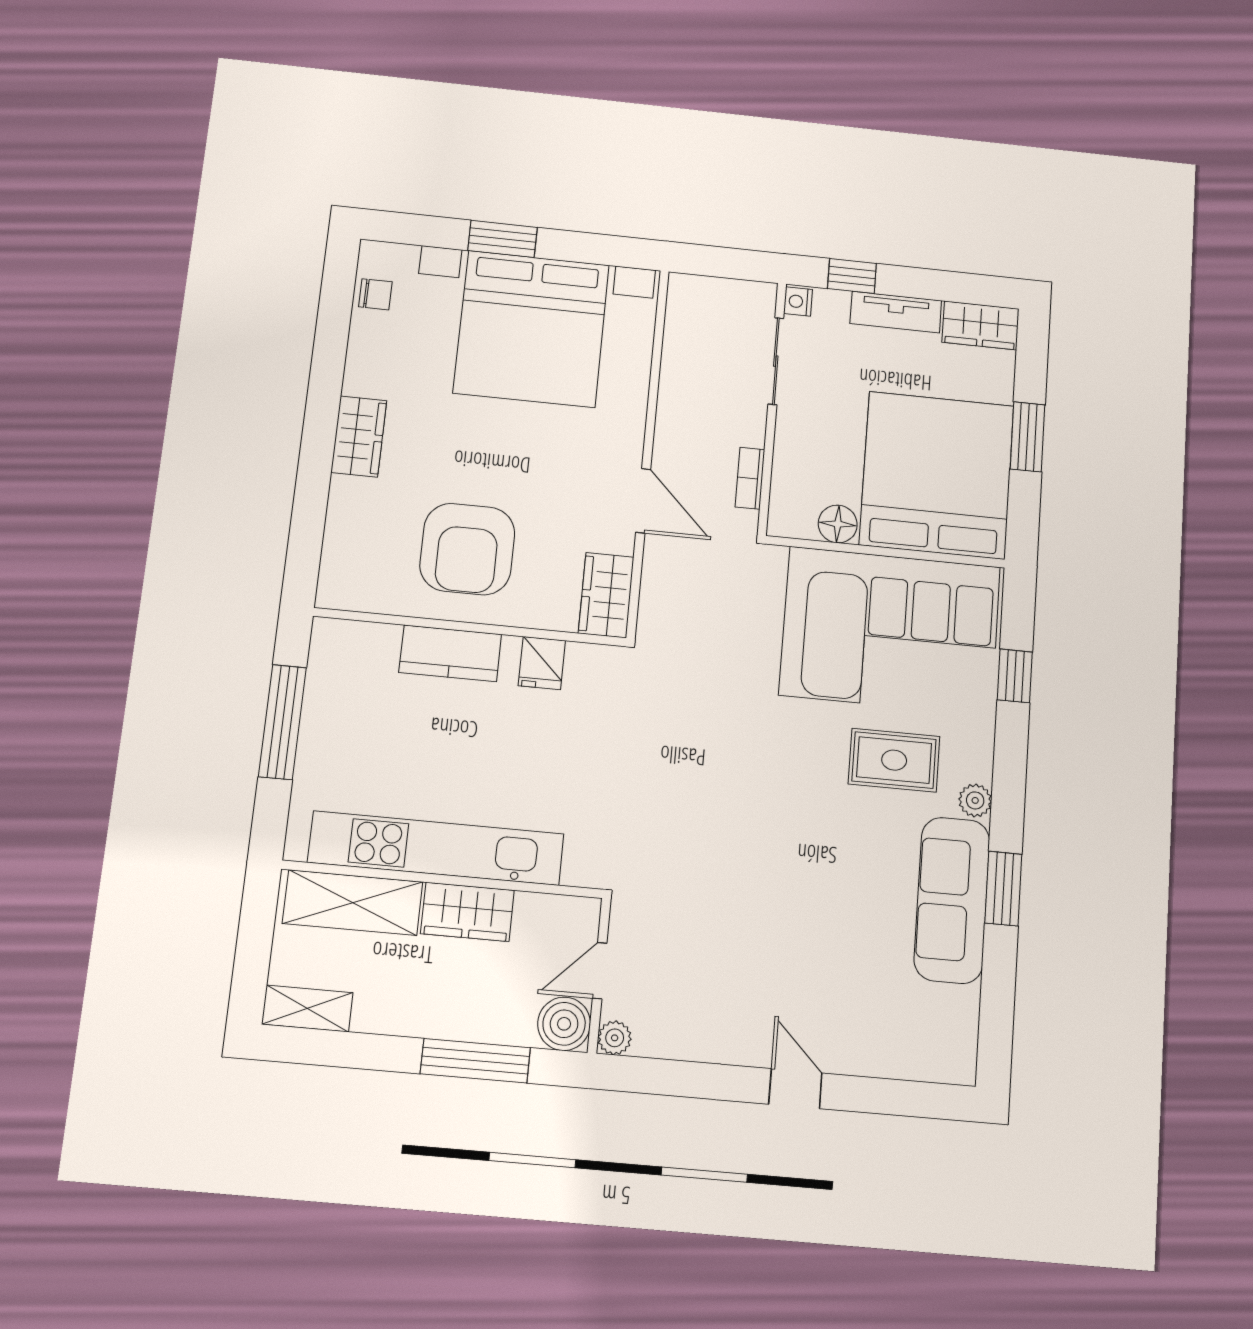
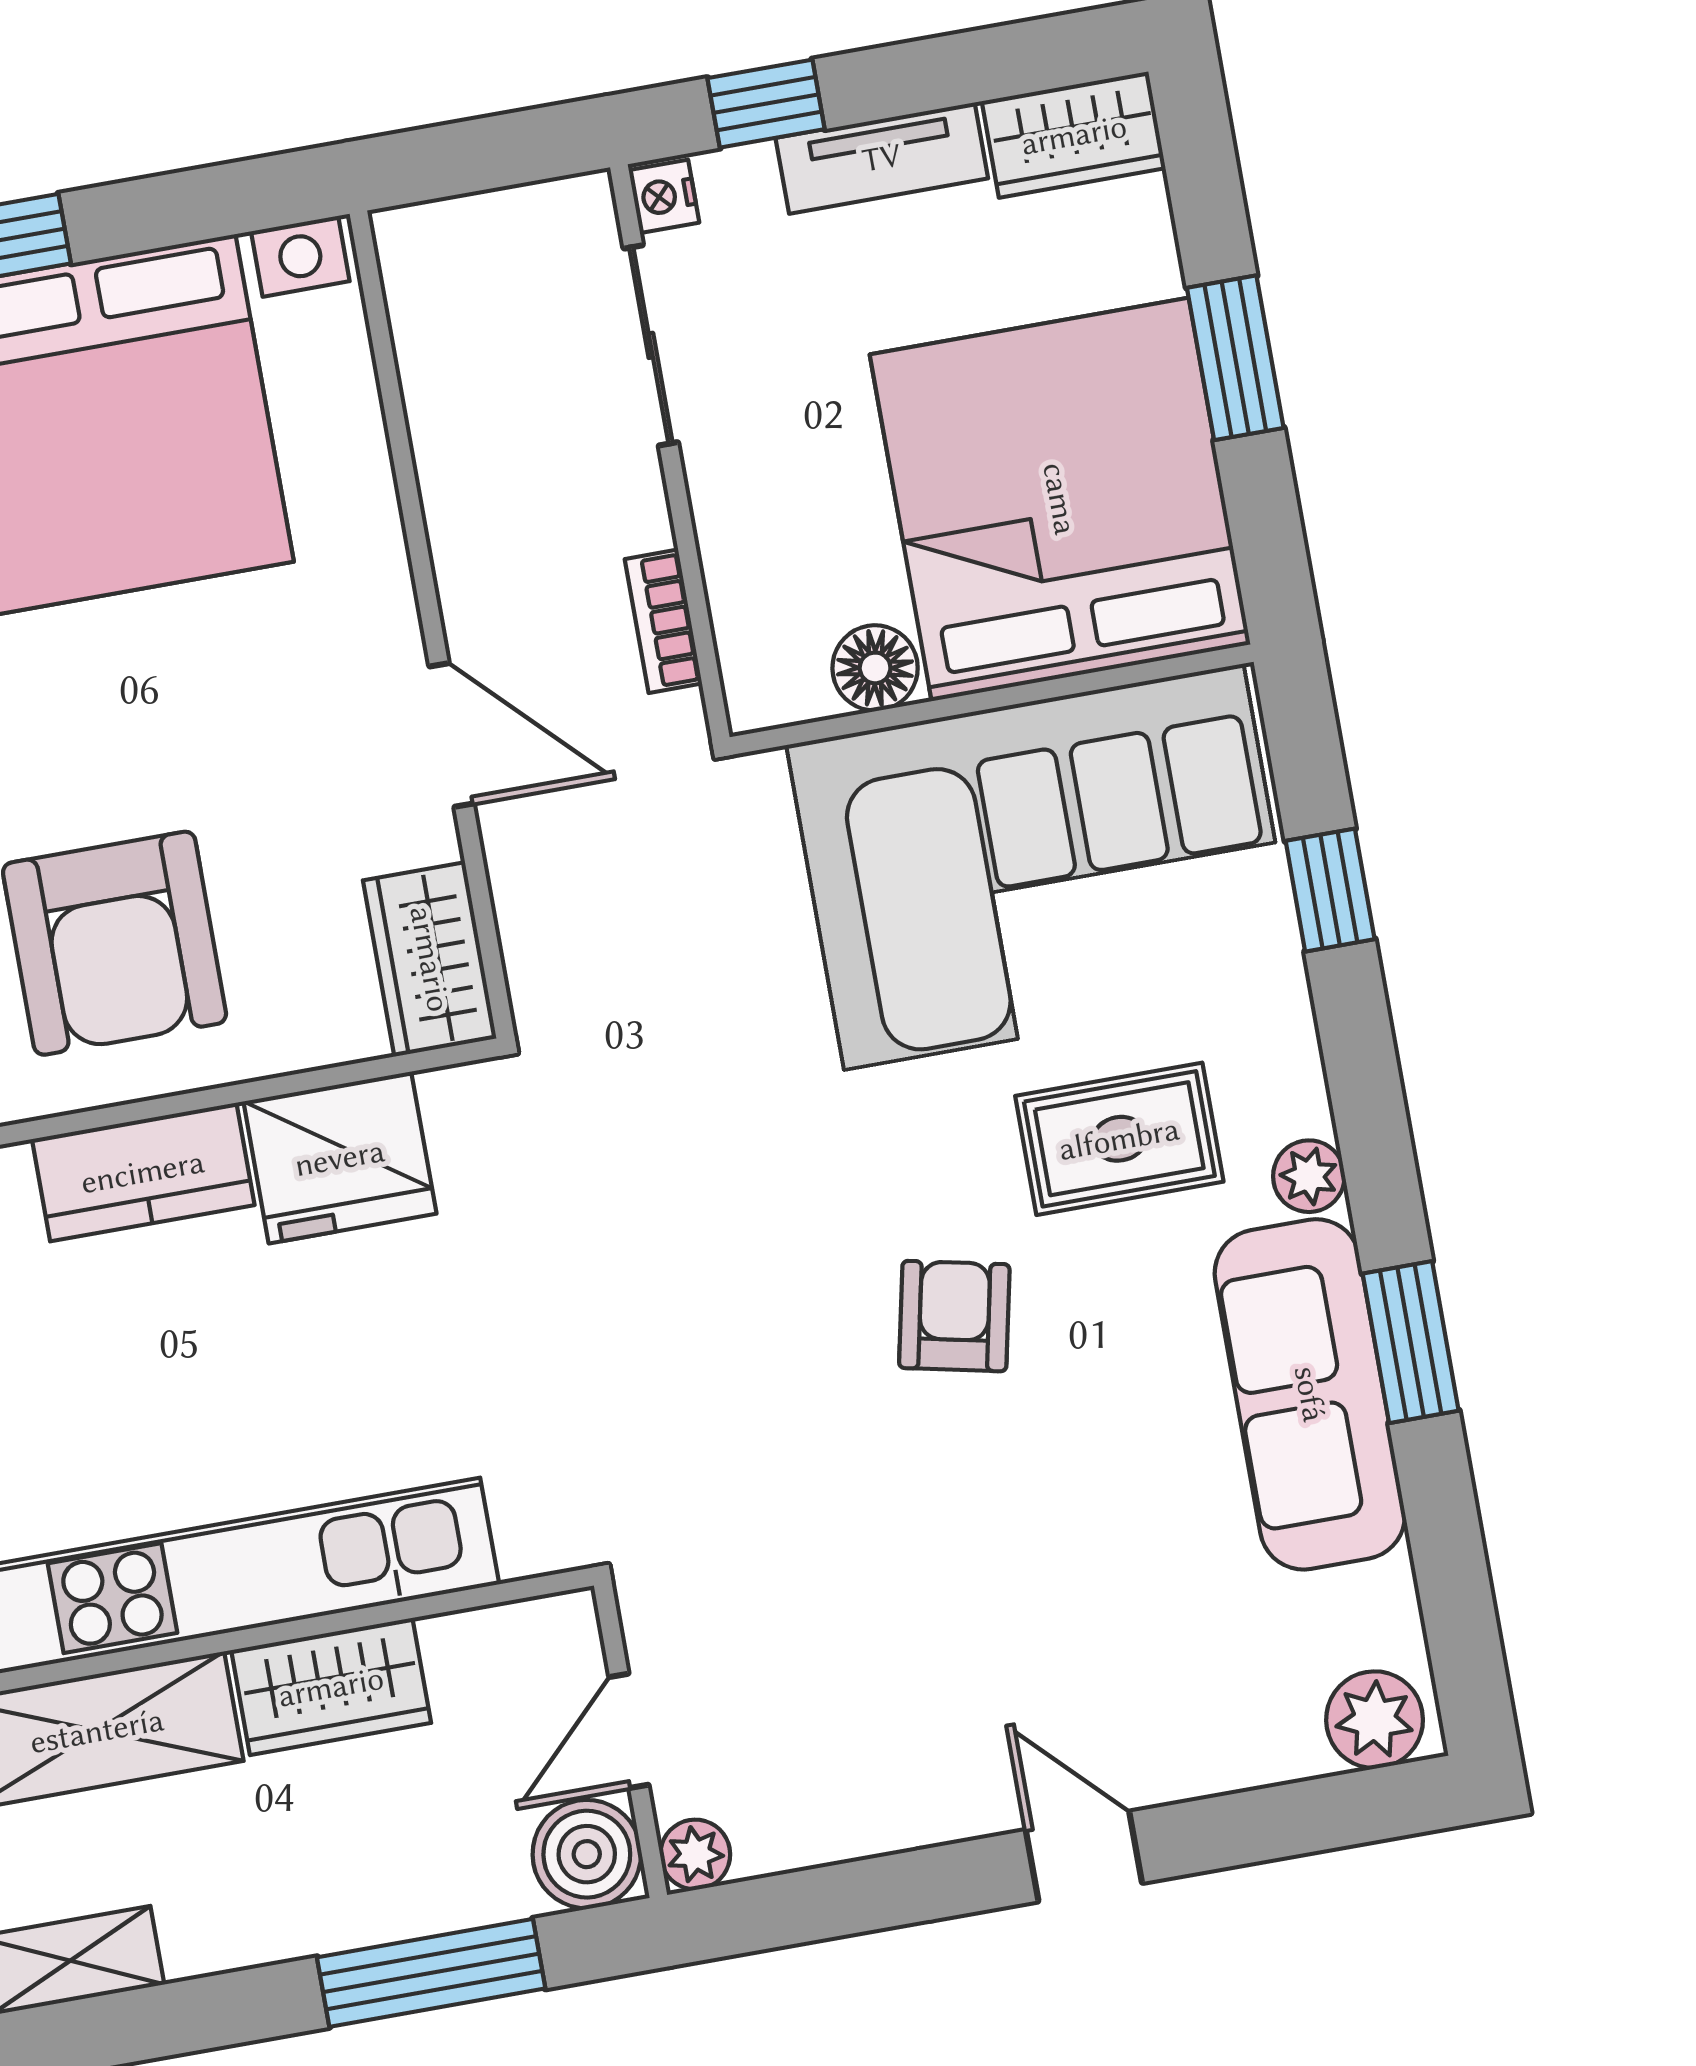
fridge: (542, 663) -> (340, 1158), width x1.88, depth x1.34
armchair: (800, 820) -> (954, 1316), added
plant: (946, 1060) -> (1375, 1720), added

